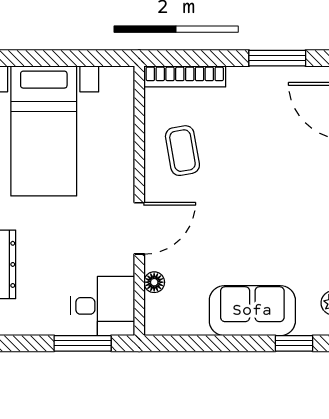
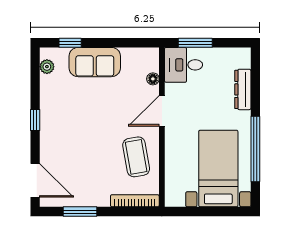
coffee table: (182, 151) -> (136, 157), width x1.36, depth x1.30

